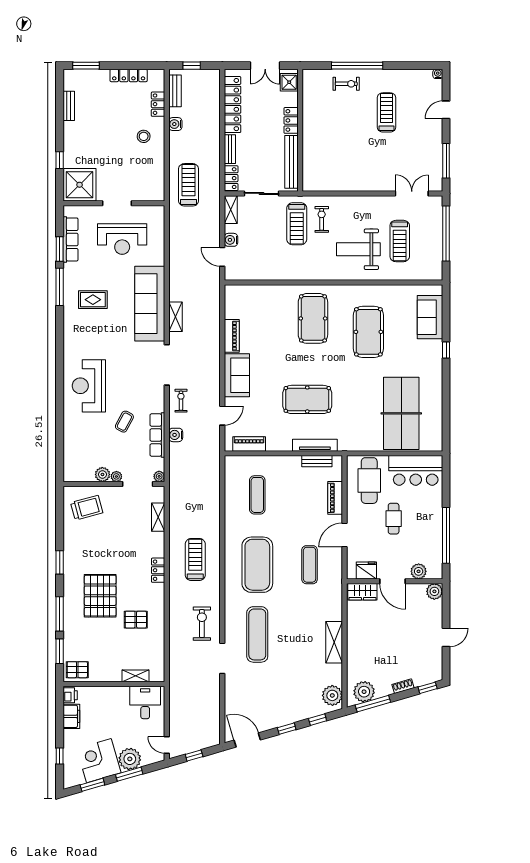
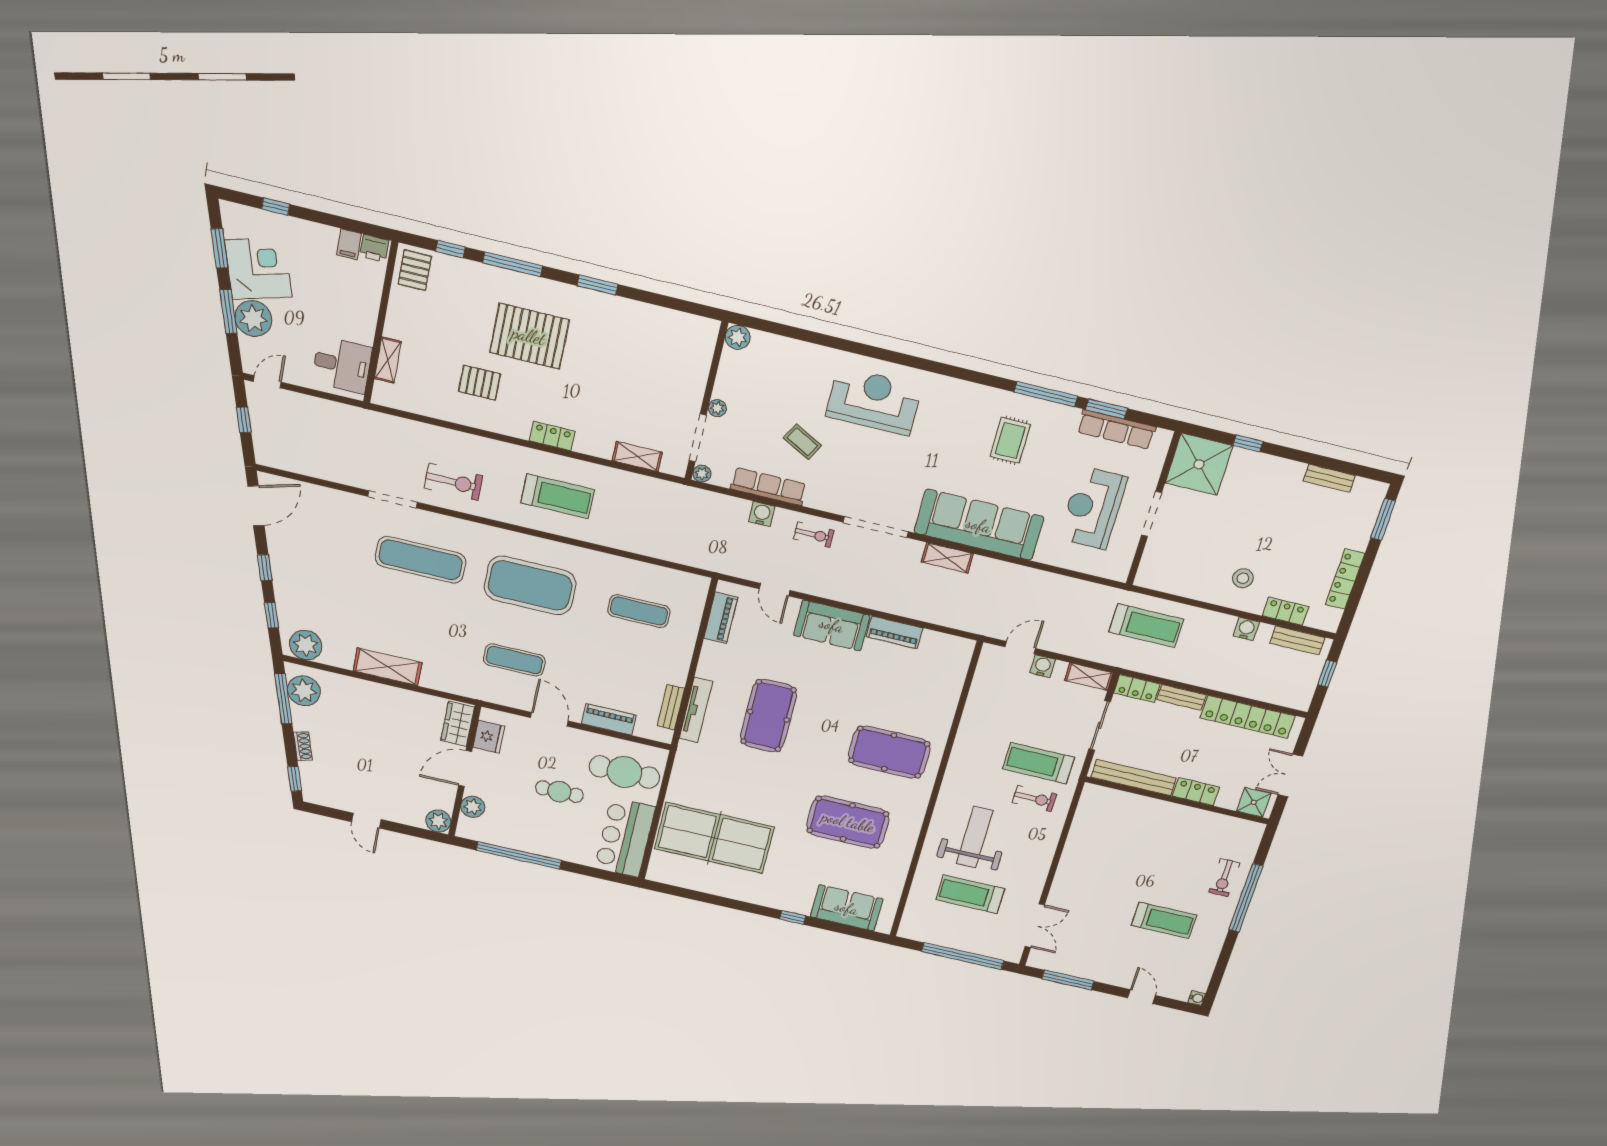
plant: (102, 474) -> (738, 337), moved
trolley: (87, 508) -> (678, 350), removed
pallet: (136, 620) -> (479, 383), turned 90
window: (60, 651) -> (450, 249), width x0.67
filing cabinet: (71, 716) -> (349, 244), width x0.50

